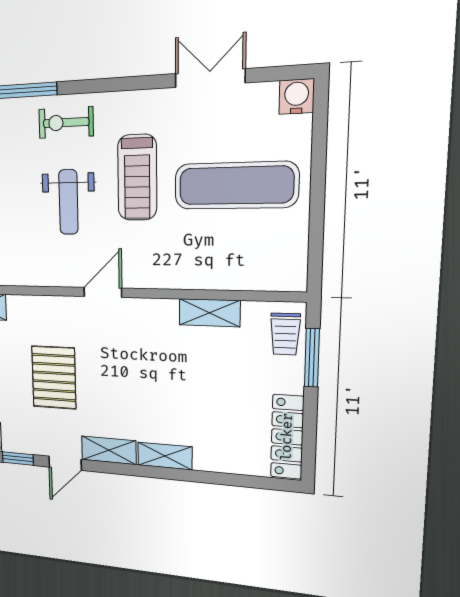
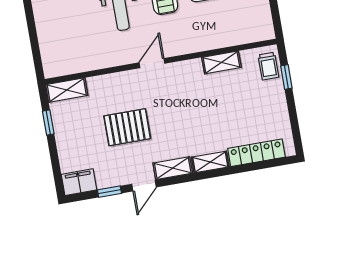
window: (312, 358) -> (286, 77), width x0.67
pallet: (54, 377) -> (127, 127), turned 90
locker: (287, 437) -> (256, 153), moved, turned 90

